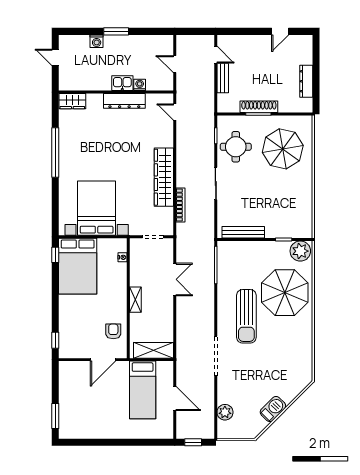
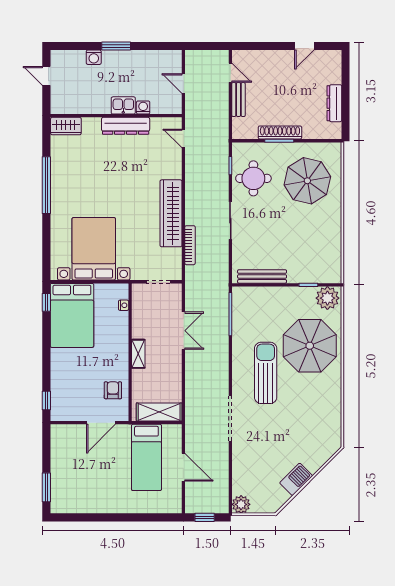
sun lounger: (246, 316) -> (266, 373), turned 180
plant: (225, 412) -> (241, 504), moved

